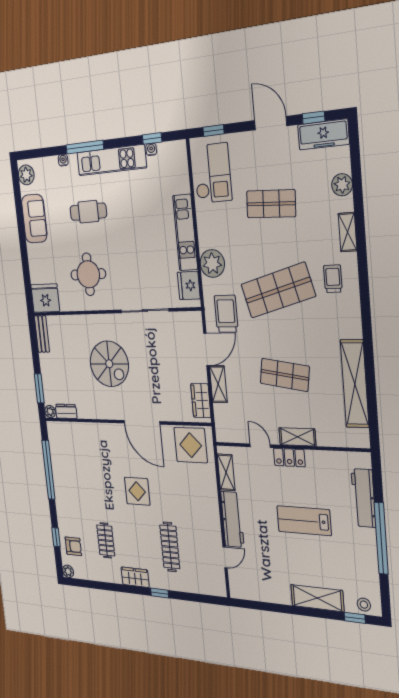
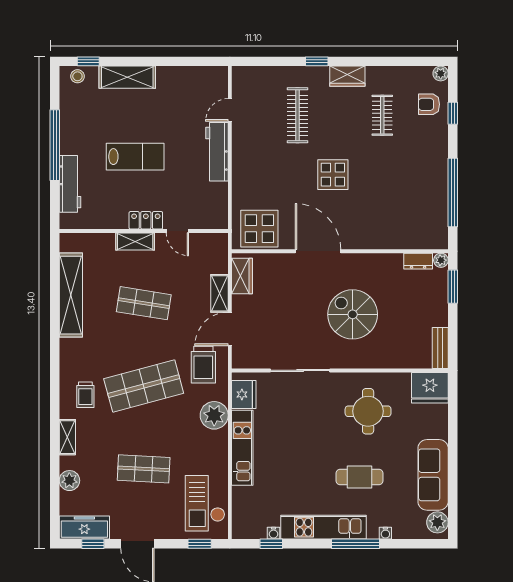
sofa: (34, 219) -> (433, 475), width x1.36
shelving: (226, 472) -> (219, 201), removed

